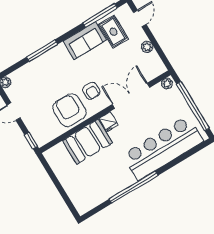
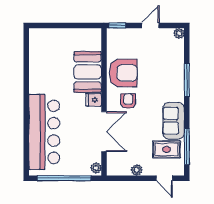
armchair: (91, 91) -> (128, 101), turned 90
window: (134, 187) -> (26, 88), removed

